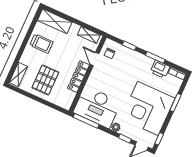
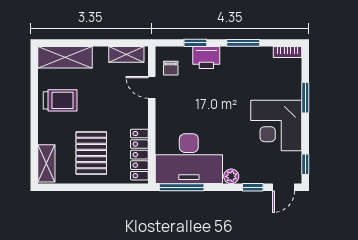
printer: (160, 69) -> (206, 58), moved
locker: (78, 77) -> (139, 155), moved
corner desk: (148, 108) -> (276, 126), width x0.74, depth x0.74

